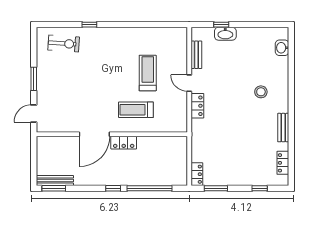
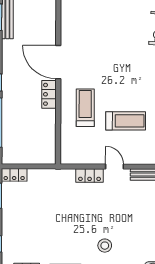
door: (189, 83) -> (115, 167), hinge flipped

